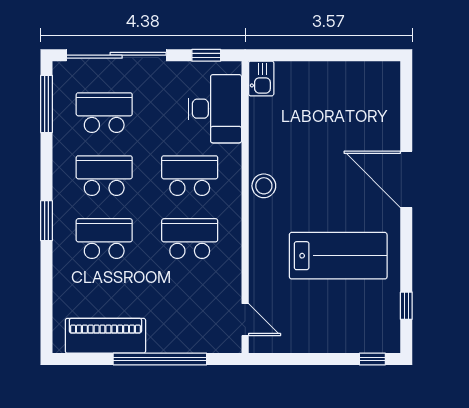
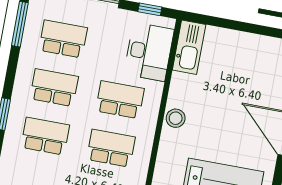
kitchen sink: (261, 78) -> (189, 47), width x1.88, depth x1.24

